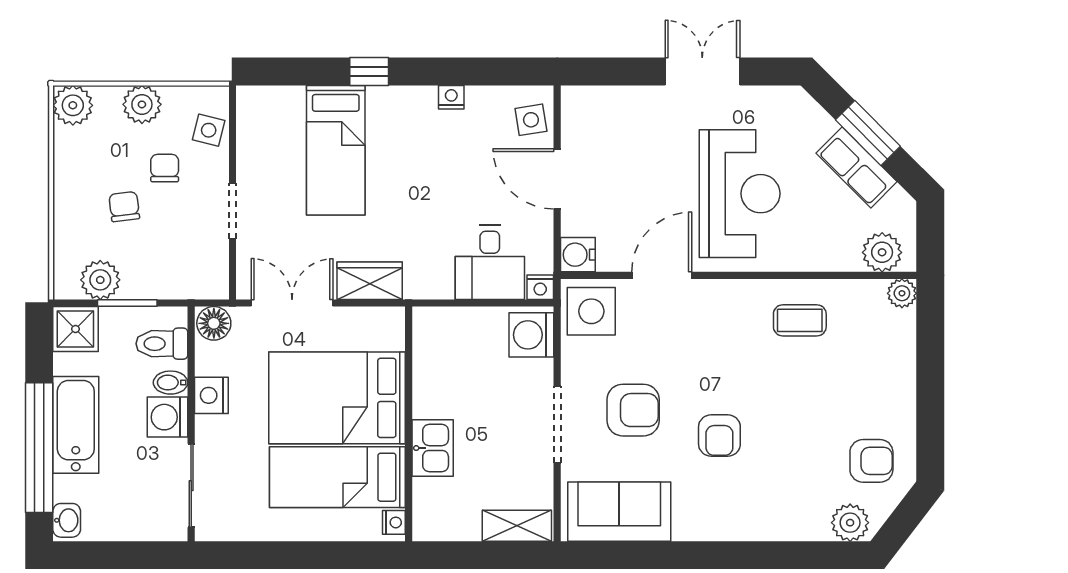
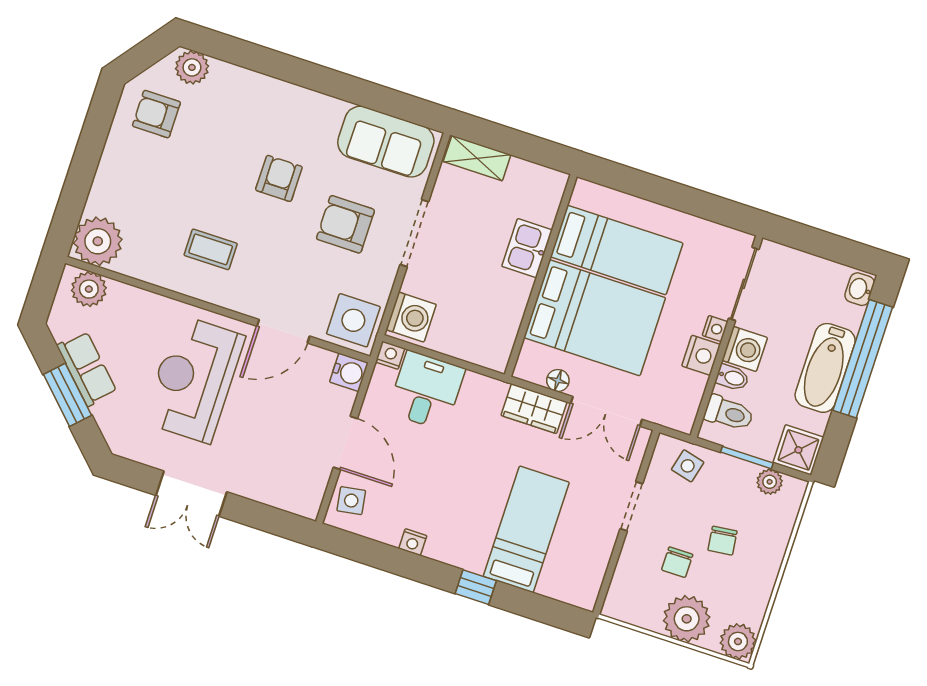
plant: (142, 104) -> (687, 619), width x1.36, depth x1.36
side table: (209, 130) -> (688, 466), moved
plant: (100, 280) -> (770, 482), width x0.73, depth x0.73
plant: (902, 293) -> (98, 241), width x1.87, depth x1.87
coffee table: (800, 320) -> (211, 249), moved
floor lamp: (214, 323) -> (558, 380), moved, width x0.73, depth x0.73
nightstand: (394, 522) -> (715, 329), moved, turned 180

